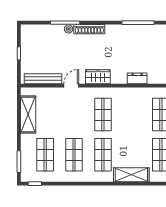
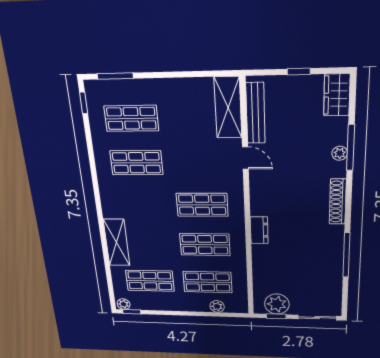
shoe rack: (89, 29) -> (338, 202), moved
wardrobe: (98, 77) -> (337, 95), moved, turned 180
dresser: (137, 78) -> (259, 230), moved
shelving: (28, 114) -> (228, 108), moved, turned 90
shop shelf: (103, 155) -> (205, 245), moved

